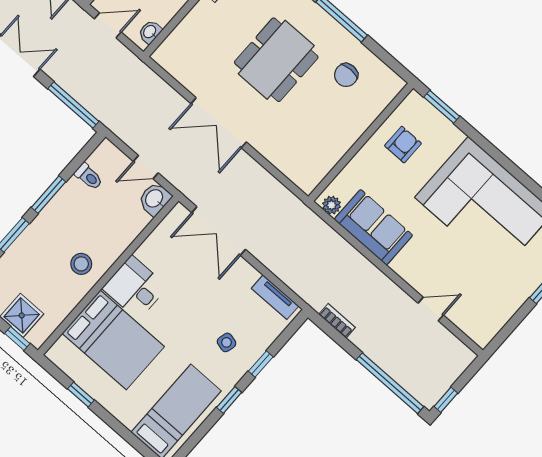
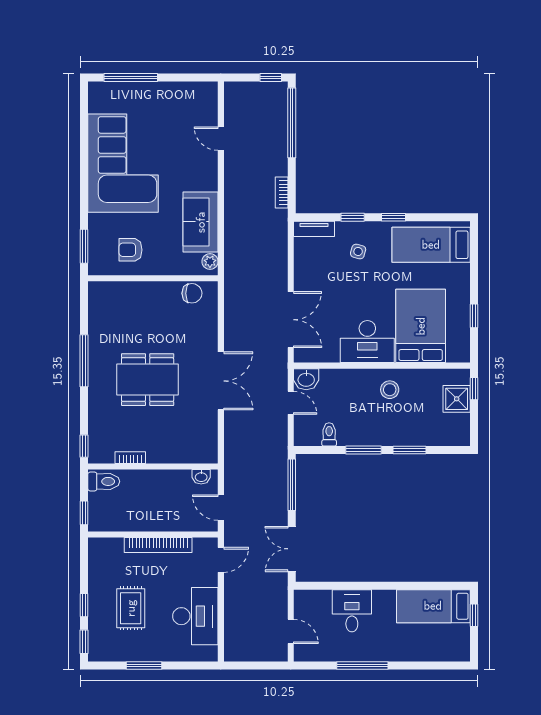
chair: (346, 75) -> (192, 293), moved
desk: (135, 288) -> (367, 342), width x1.37
tv unit: (275, 297) -> (314, 229), moved, turned 90

